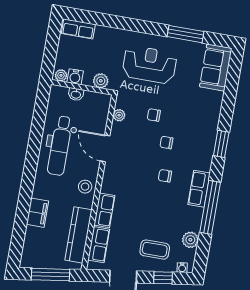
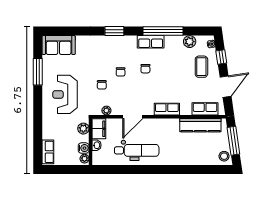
stool: (85, 187) -> (224, 156), moved
row of seats: (104, 210) -> (167, 109), moved
filing cabinet: (37, 213) -> (99, 129), moved, turned 90

